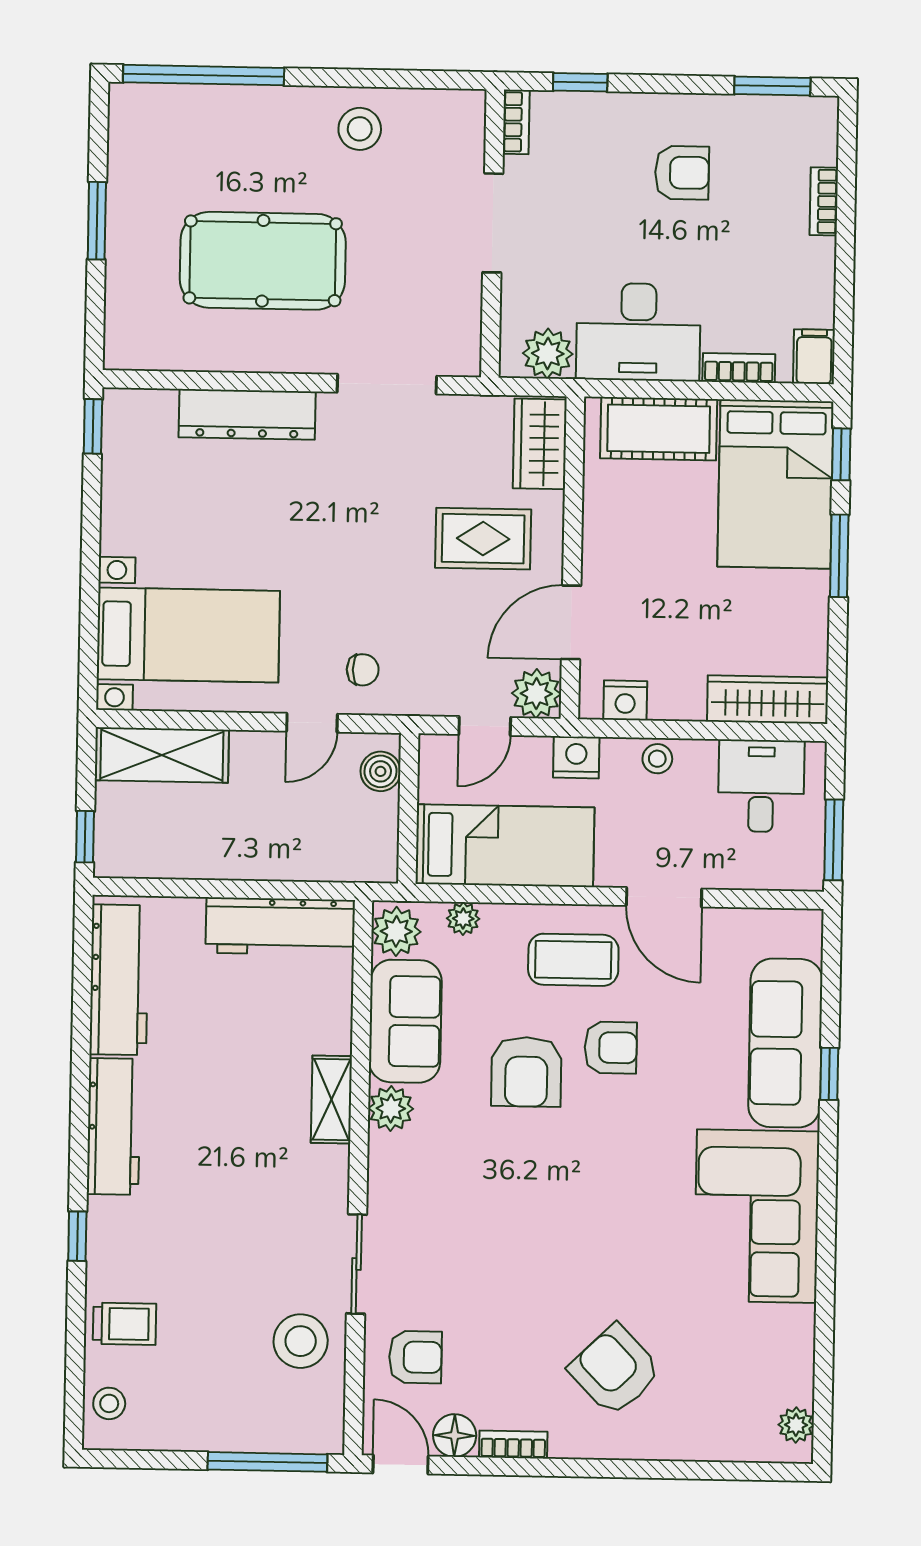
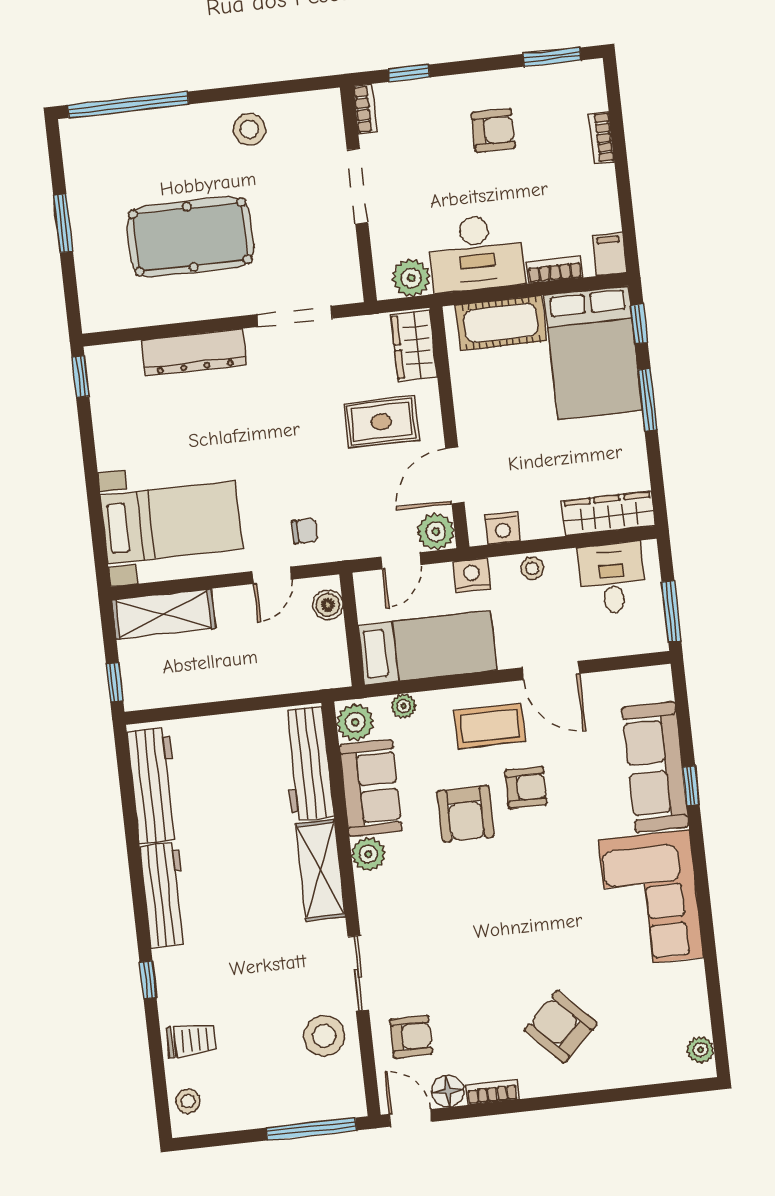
workbench: (280, 926) -> (307, 764), moved, turned 90
shelving: (331, 1100) -> (320, 870), width x1.50, depth x1.33

